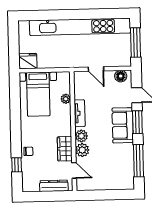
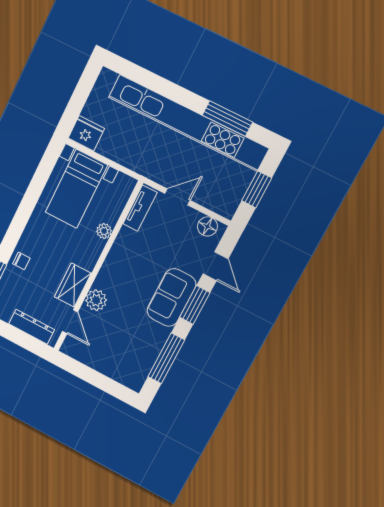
window: (100, 14) -> (227, 119), added
window: (136, 43) -> (257, 189), width x0.69
door: (96, 69) -> (177, 197), swing flipped
plant: (66, 99) -> (104, 231), moved
tv unit: (80, 113) -> (140, 208), moved
plant: (81, 136) -> (105, 280), removed

